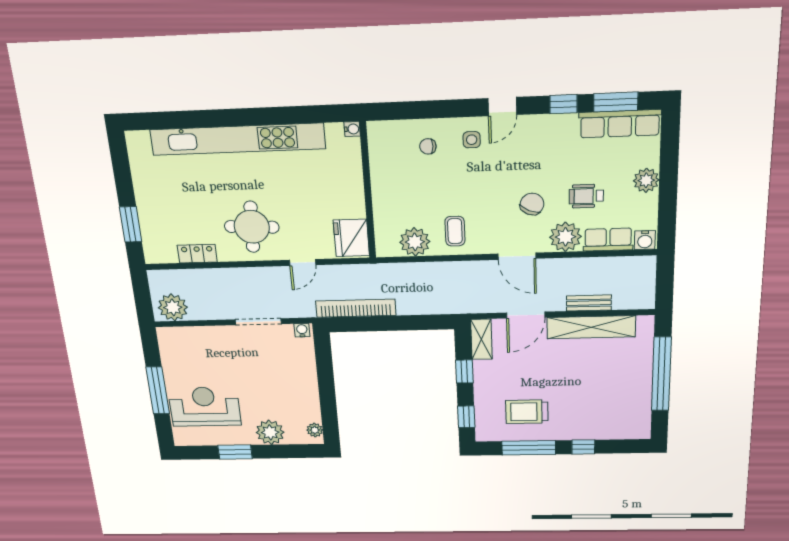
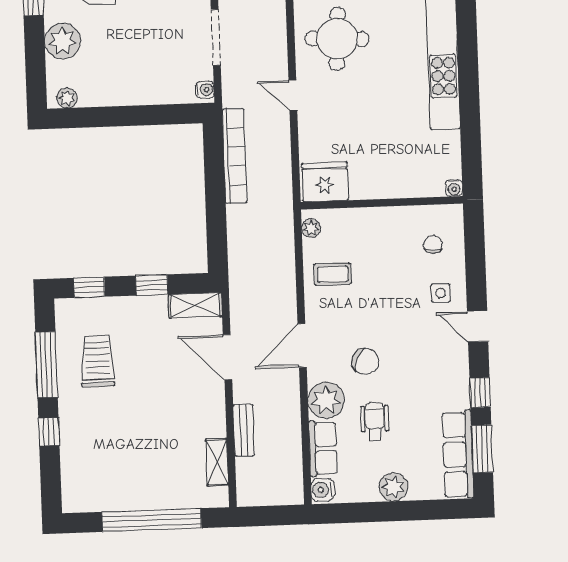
water cooler: (352, 129) -> (454, 188), moved
wall: (368, 191) -> (382, 203), moved
fridge: (351, 238) -> (325, 182), moved
plant: (415, 242) -> (311, 228), width x0.53, depth x0.53
shelving: (591, 327) -> (217, 462), width x0.45, depth x0.75

